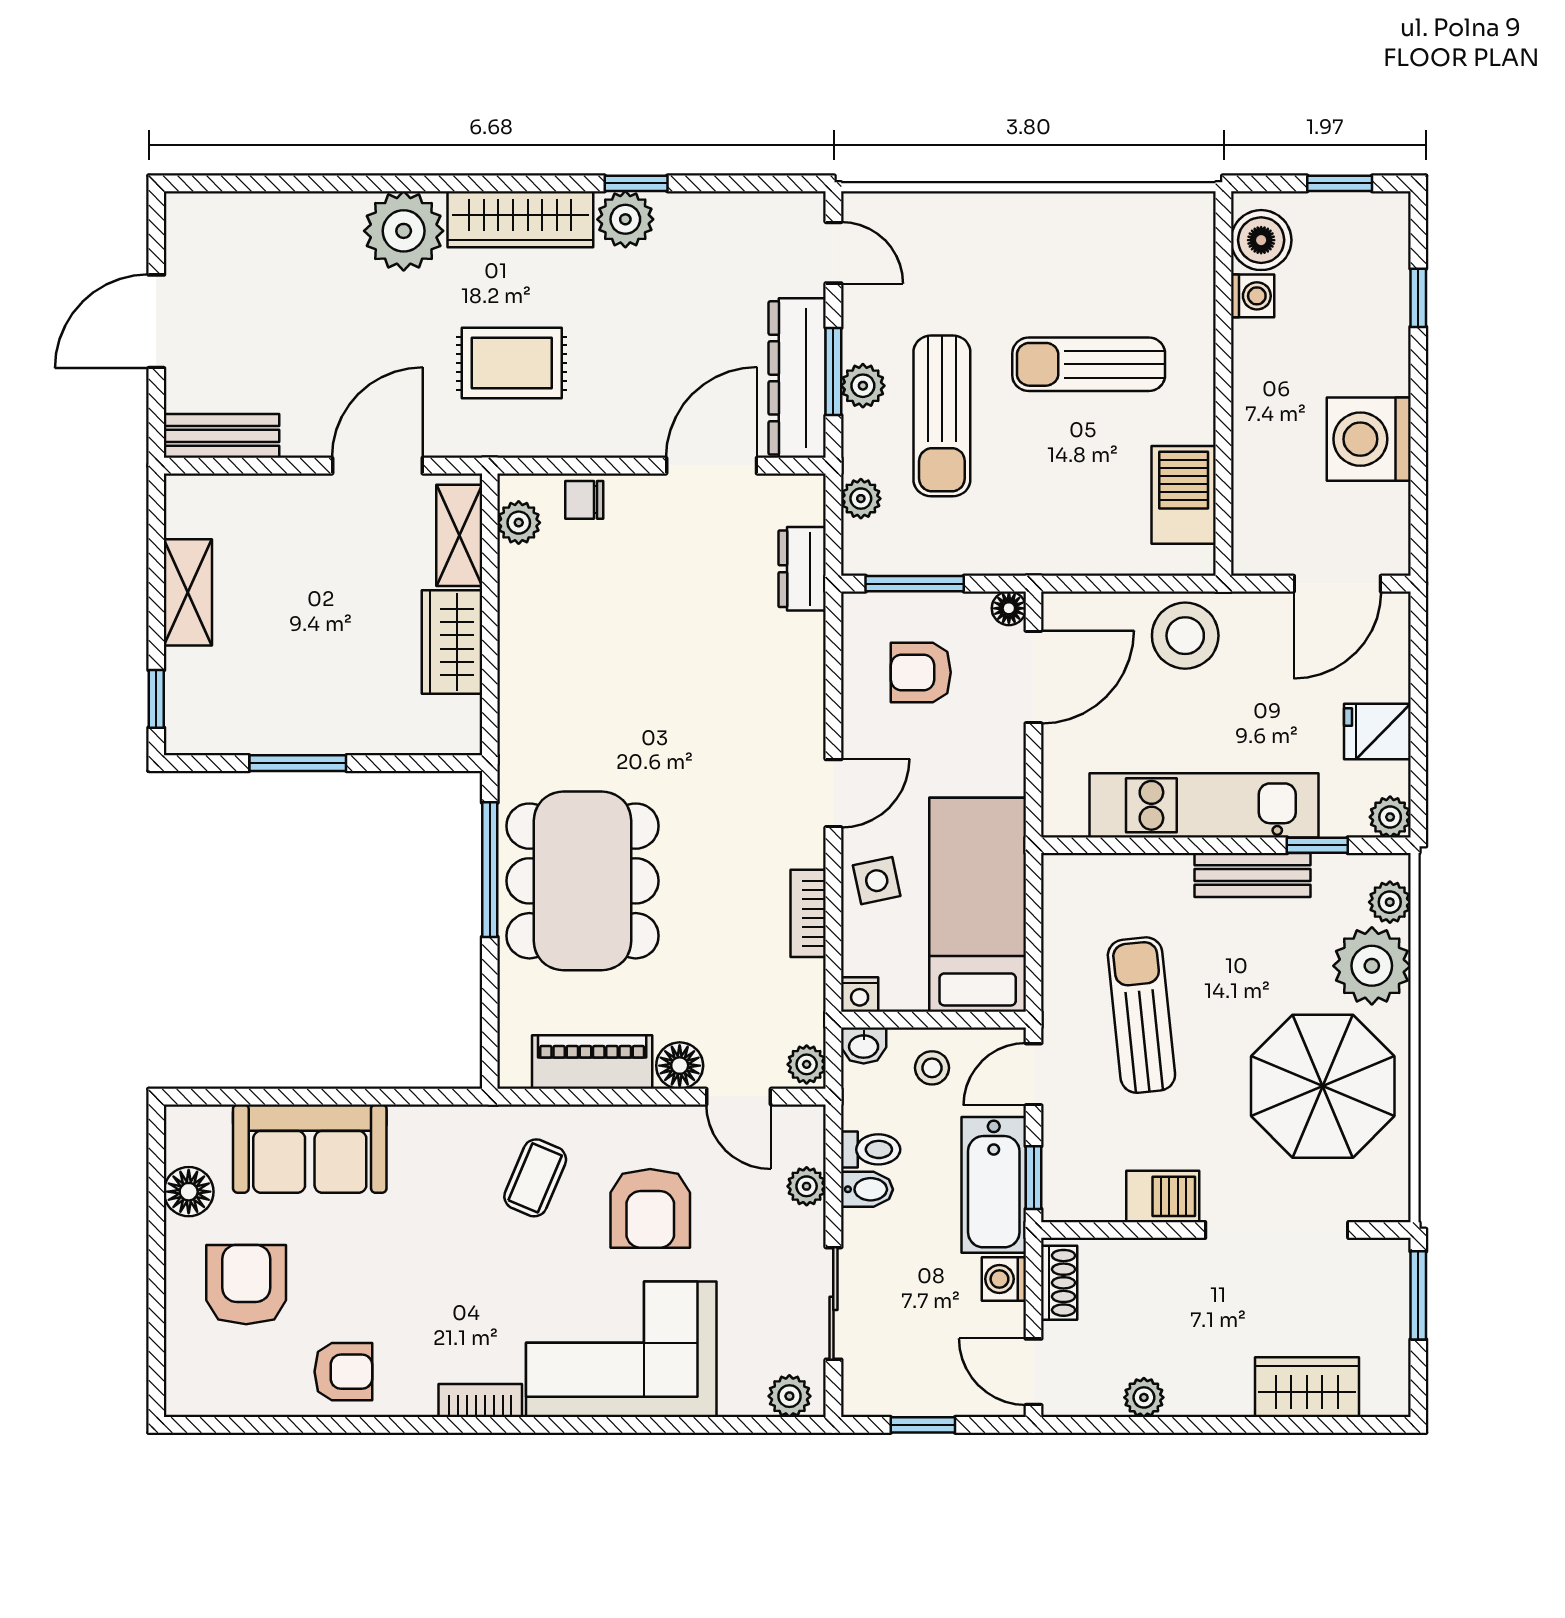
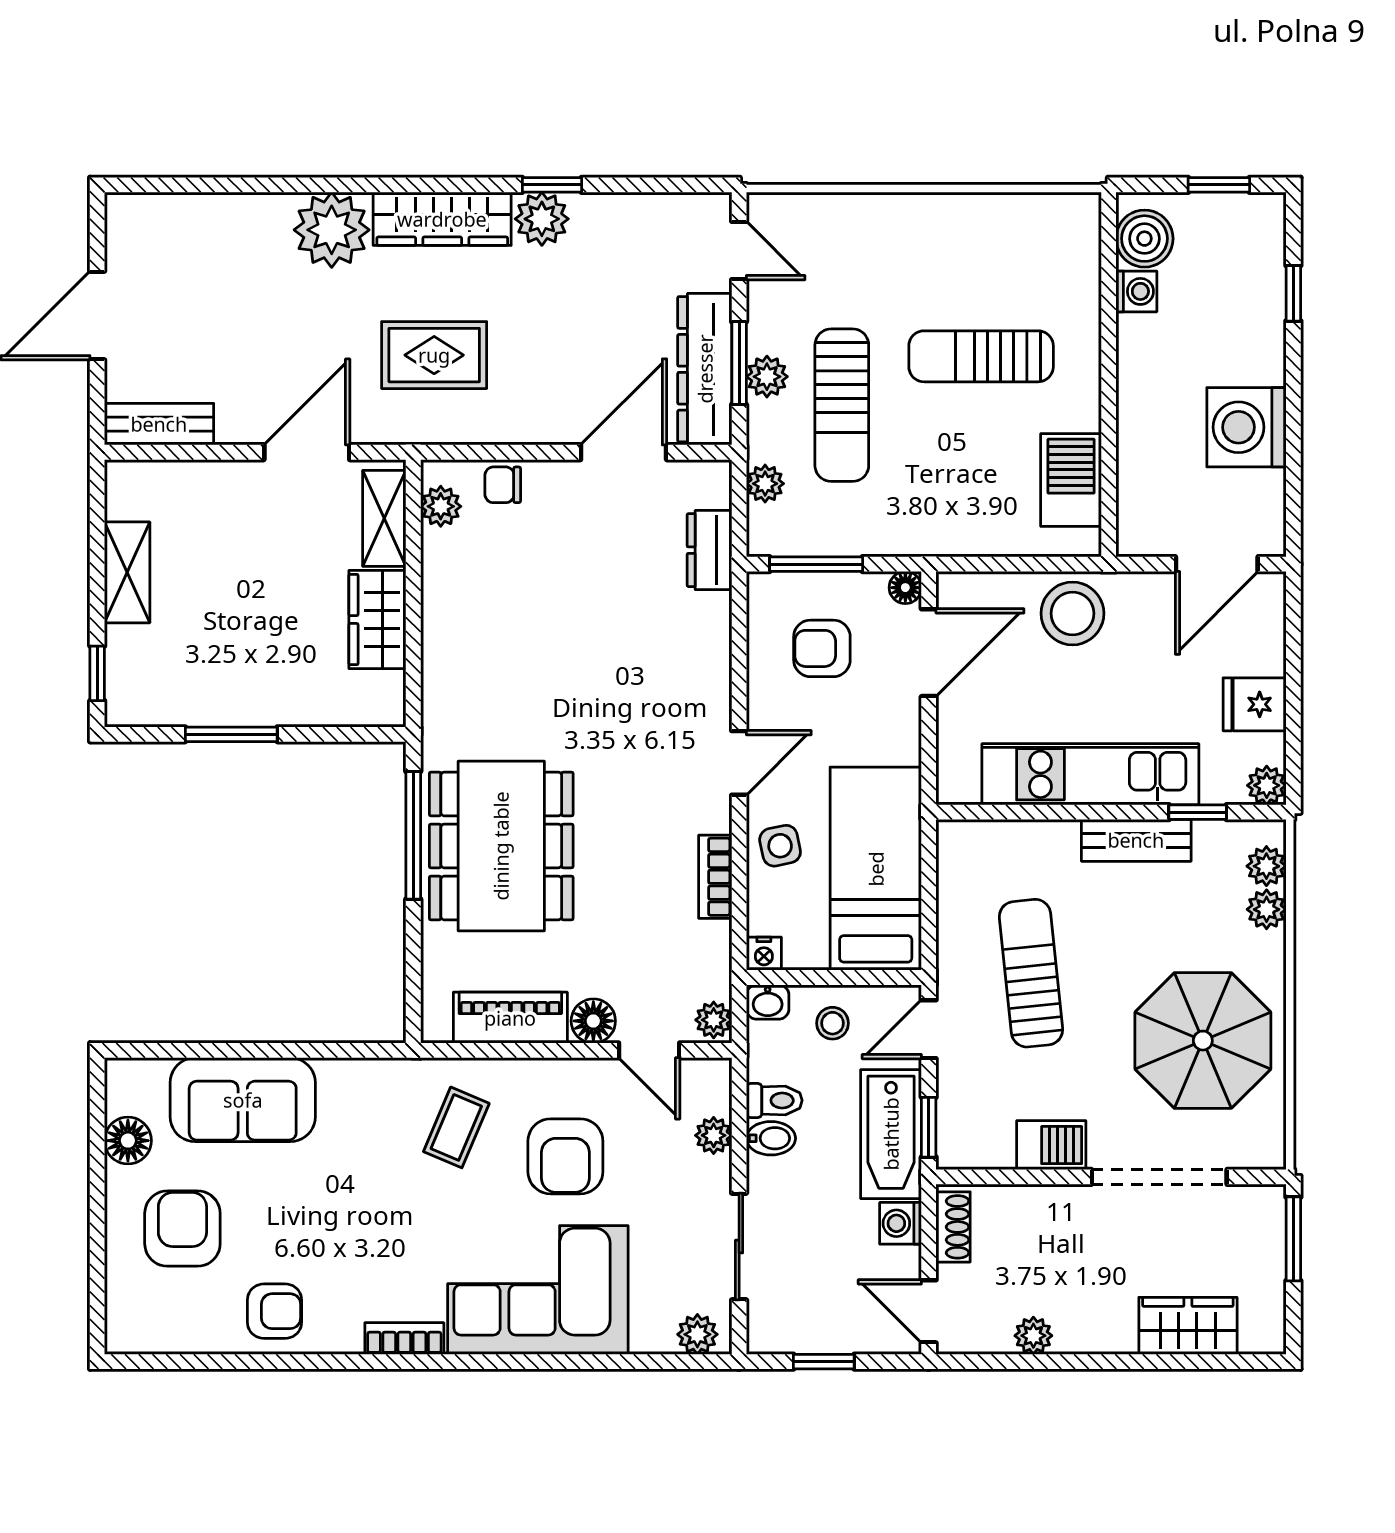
plant: (1372, 966) -> (1267, 909), width x0.53, depth x0.53

